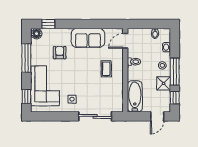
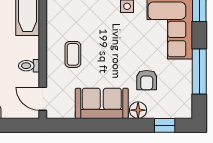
floor lamp: (37, 34) -> (138, 110), moved
door: (125, 41) -> (43, 99), swing flipped

